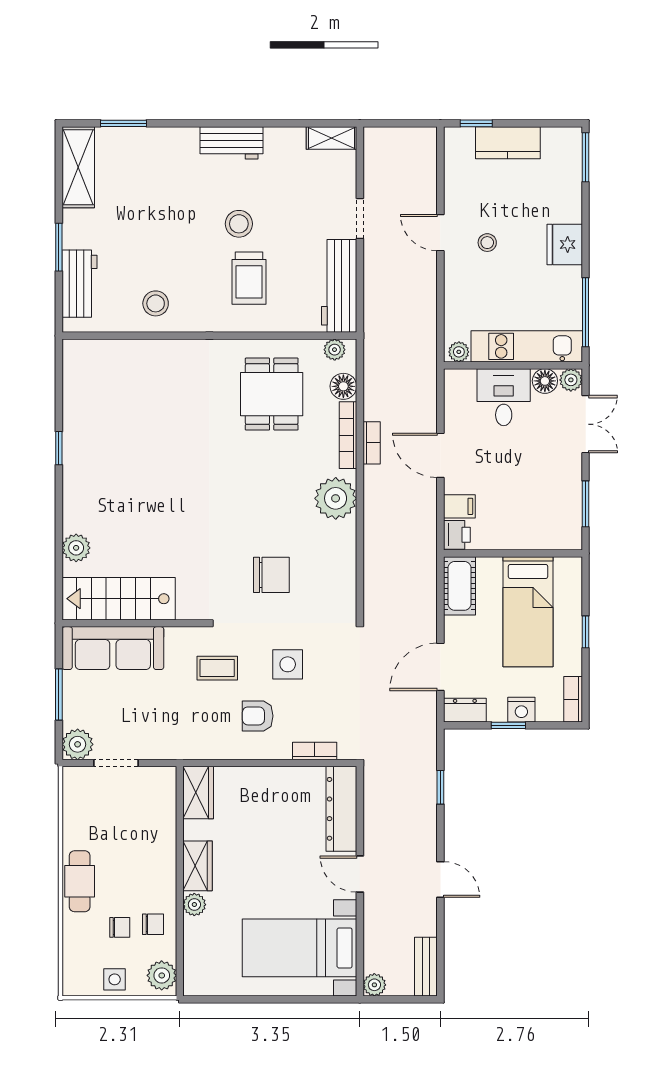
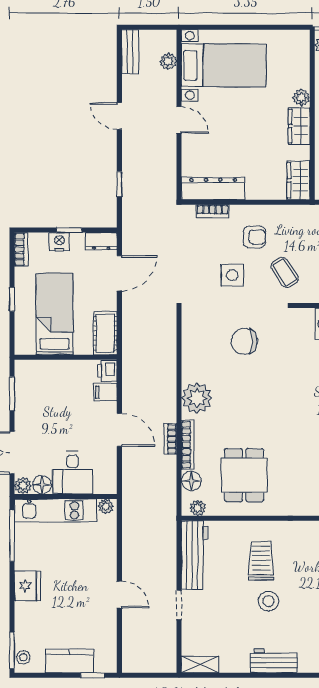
stool: (487, 243) -> (23, 657), moved
coffee table: (217, 668) -> (285, 272), turned 56
dresser: (341, 809) -> (213, 189), moved, turned -90
plant: (374, 985) -> (168, 61), moved

